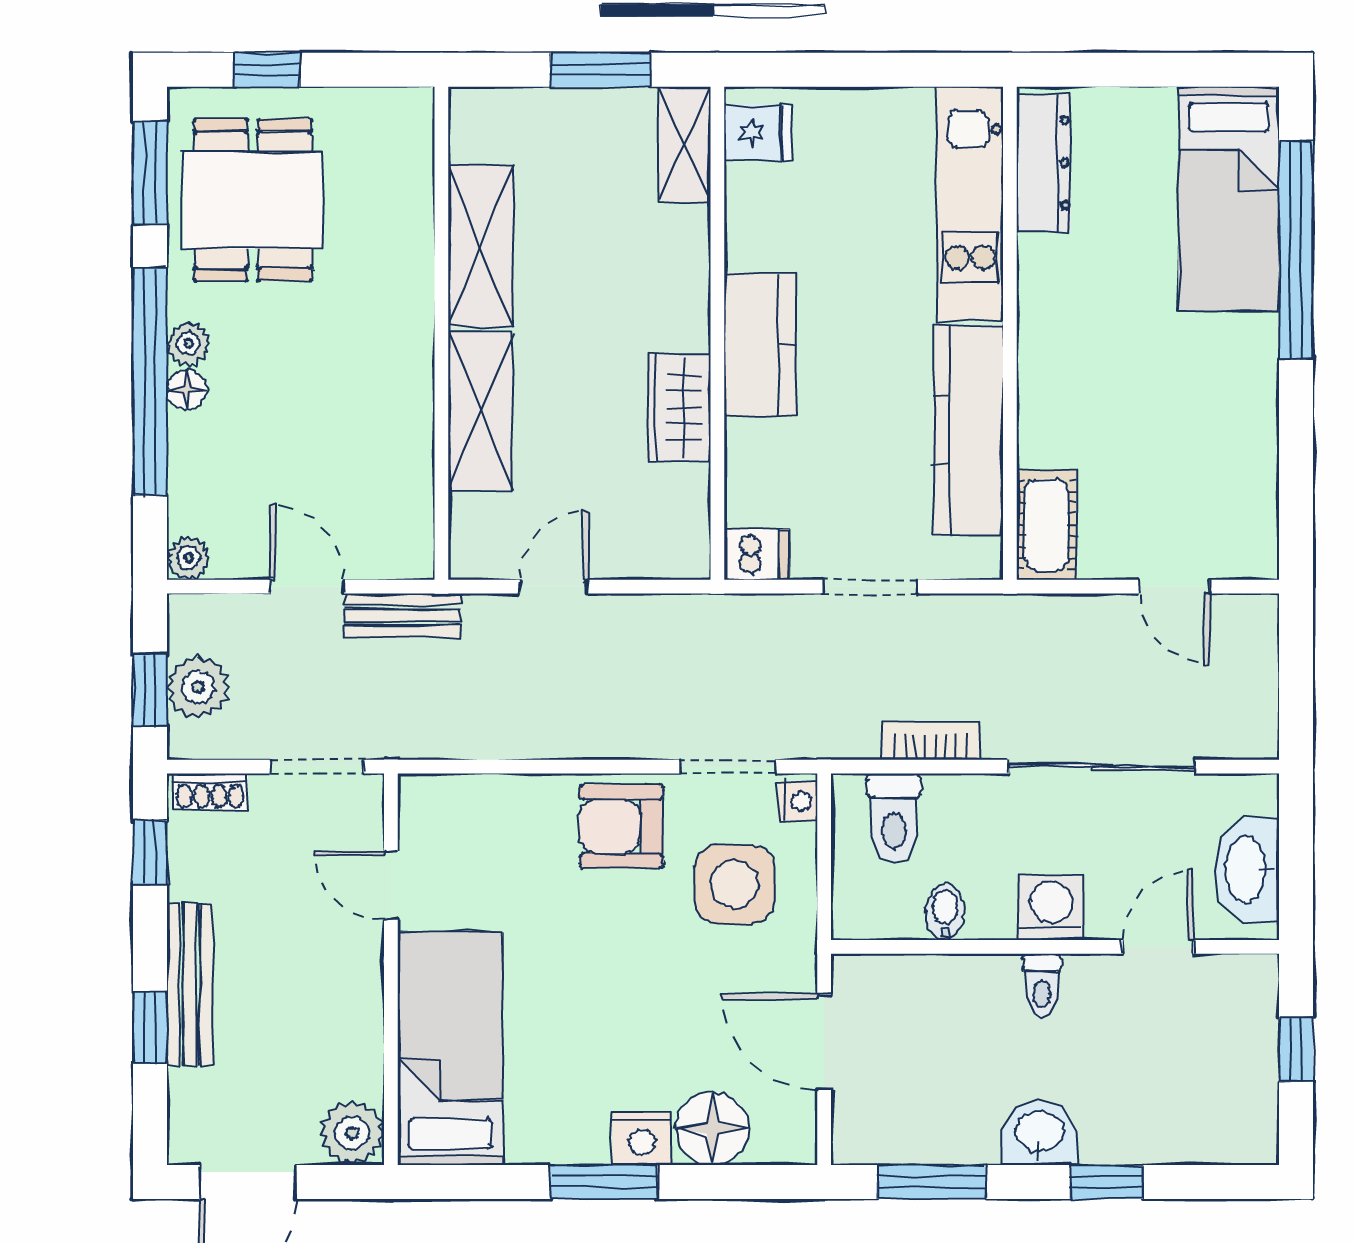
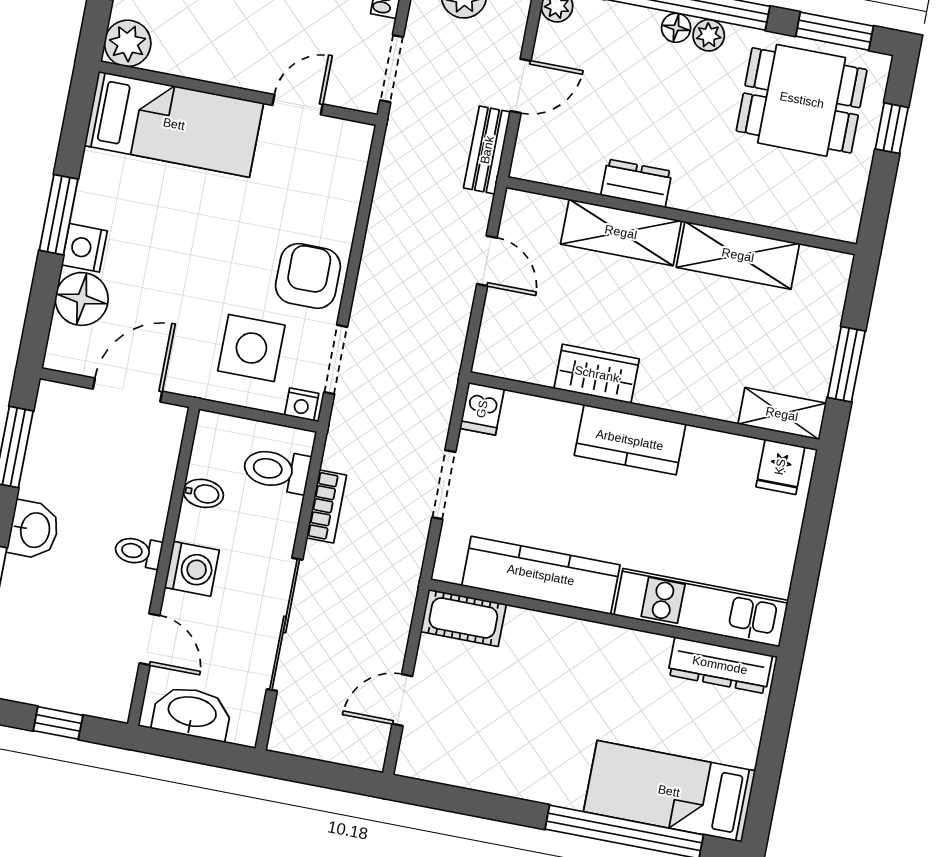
dresser: (409, 403) -> (636, 183), added

